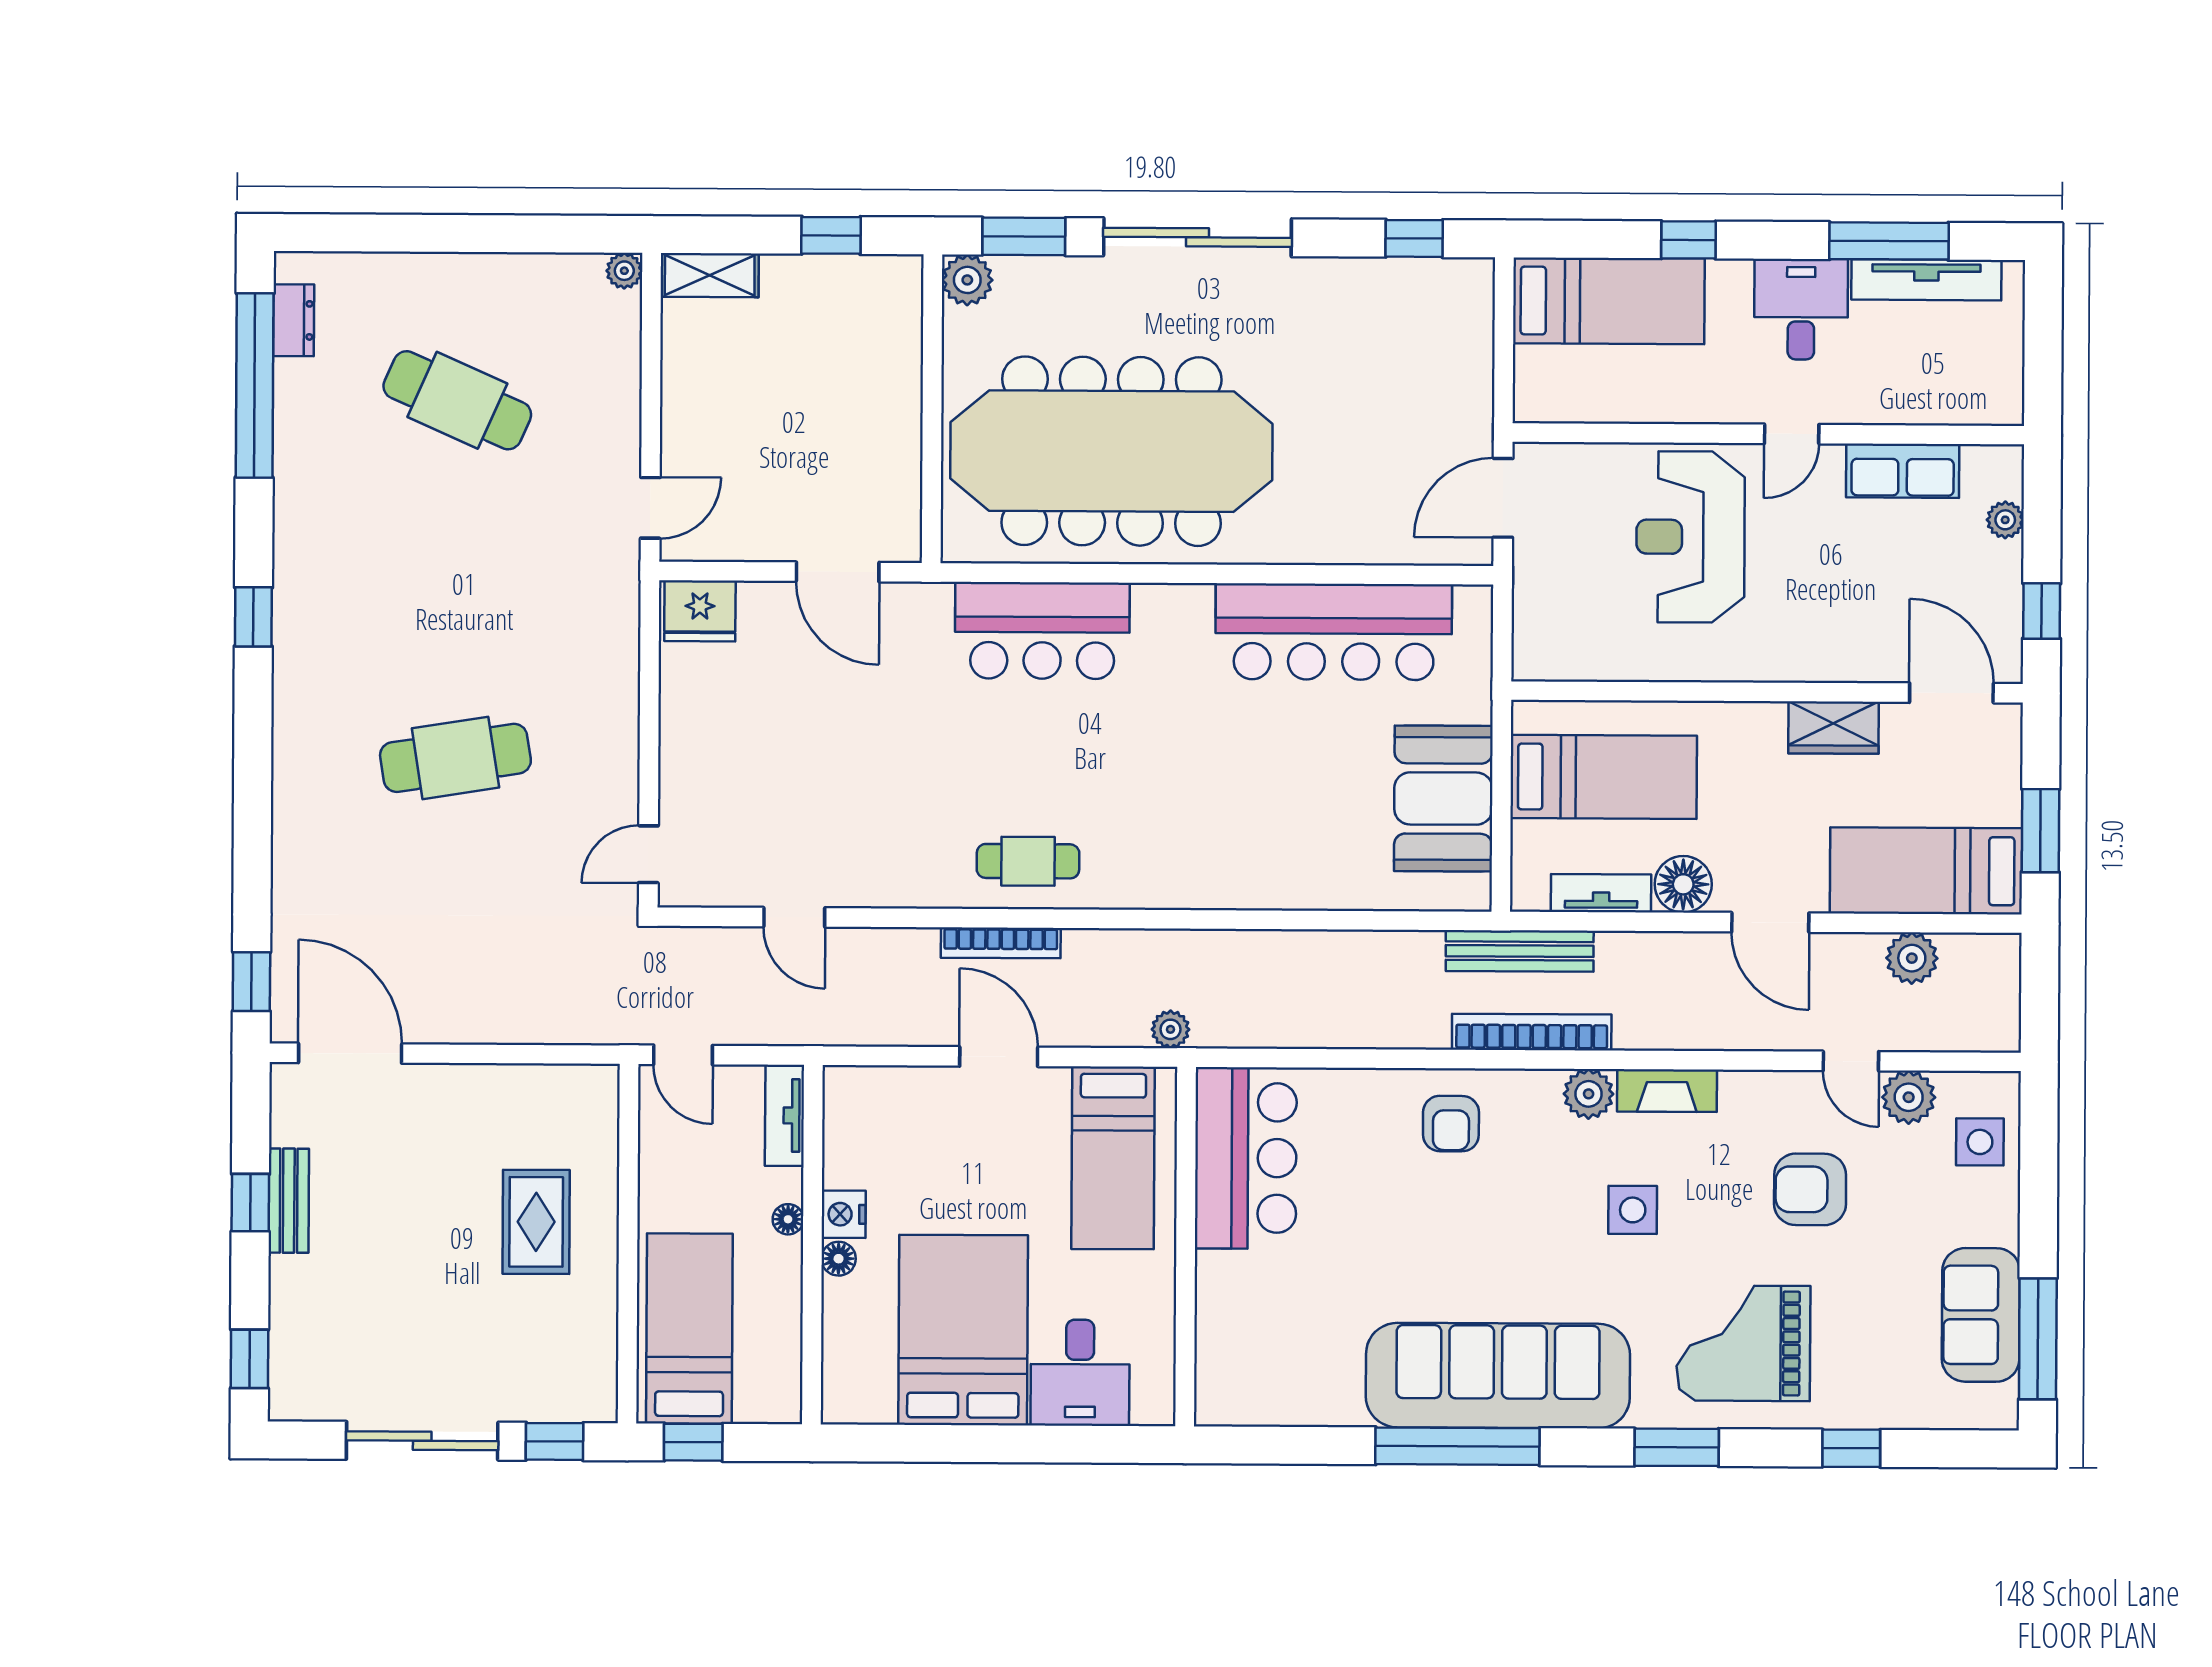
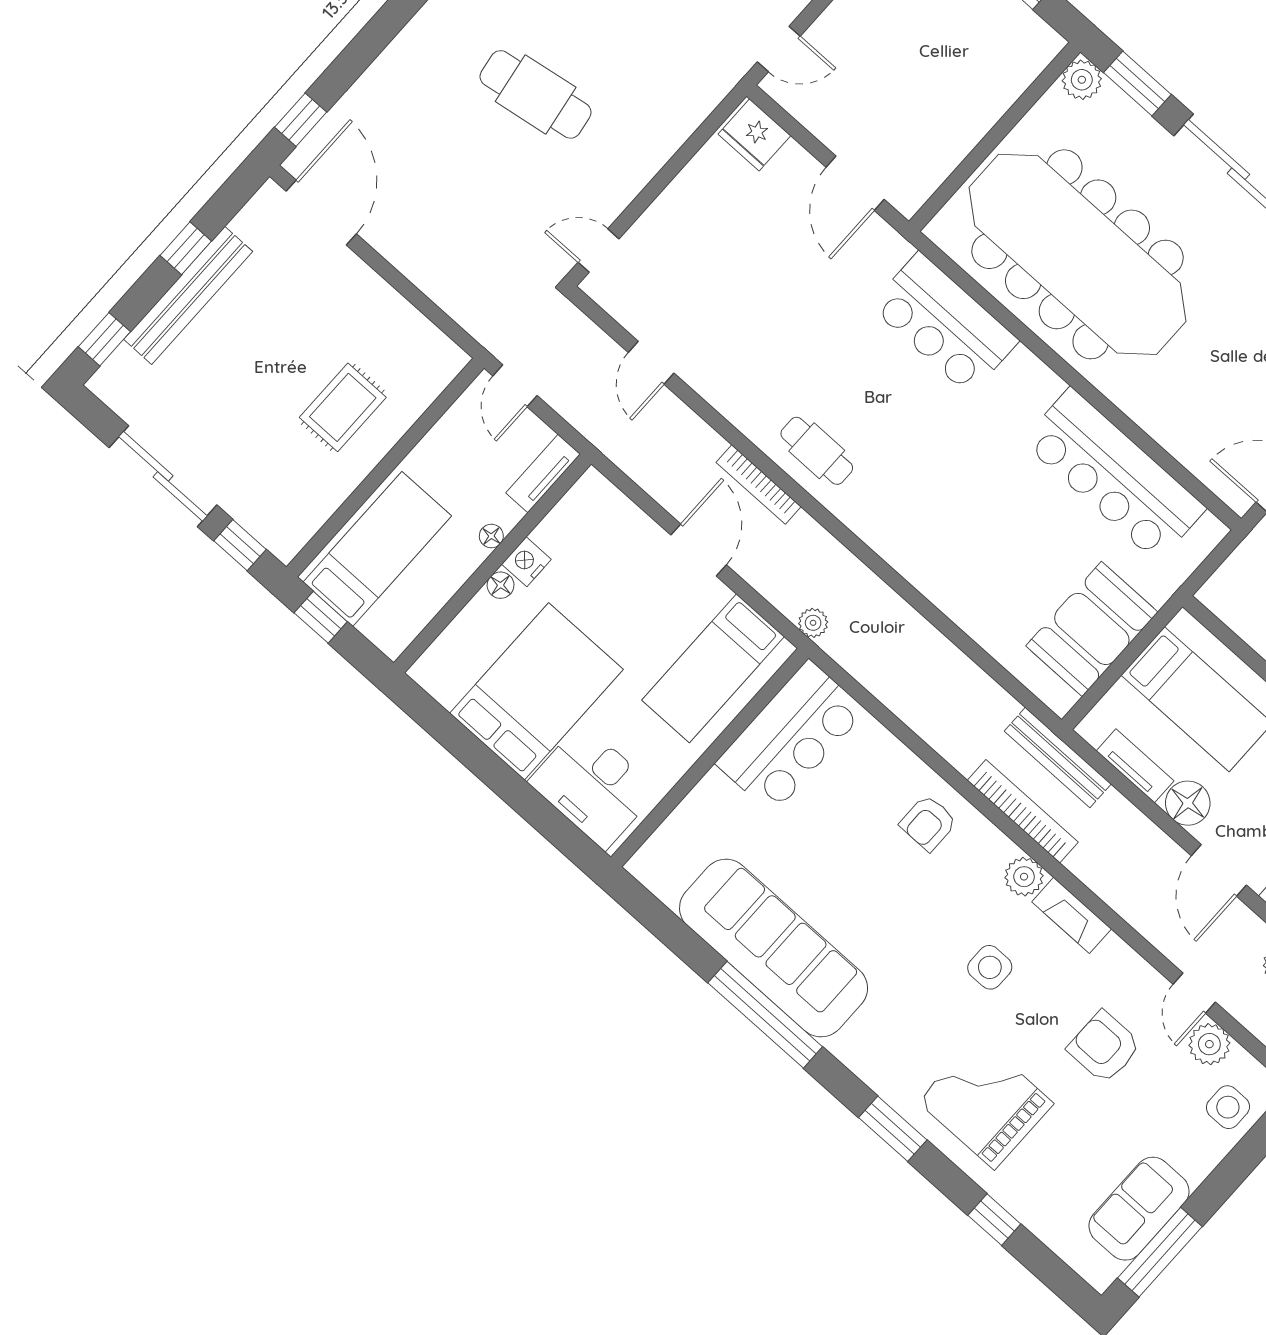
bench: (289, 1201) -> (188, 295), width x1.86, depth x1.21
desk: (1080, 1373) -> (593, 786), width x1.37
sofa: (1498, 1376) -> (774, 948), moved

